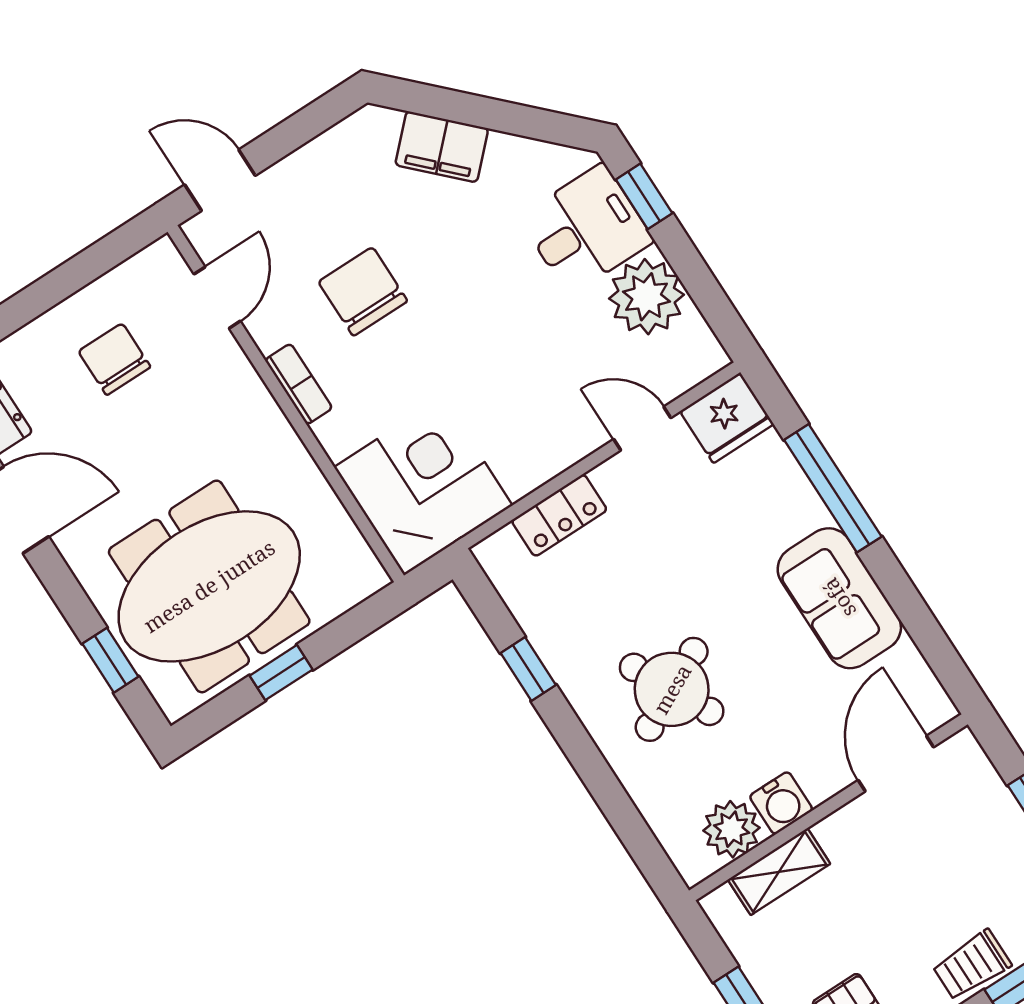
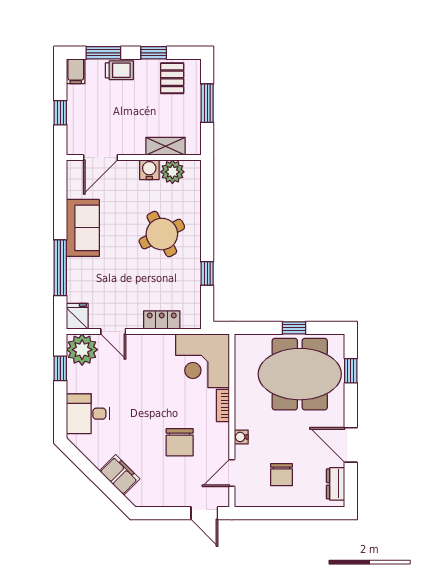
window: (644, 196) -> (60, 368), moved
plant: (647, 297) -> (82, 350), moved
water cooler: (245, 383) -> (241, 437), added
bookcase: (299, 384) -> (223, 405), moved
fridge: (727, 418) -> (77, 316), width x0.72

